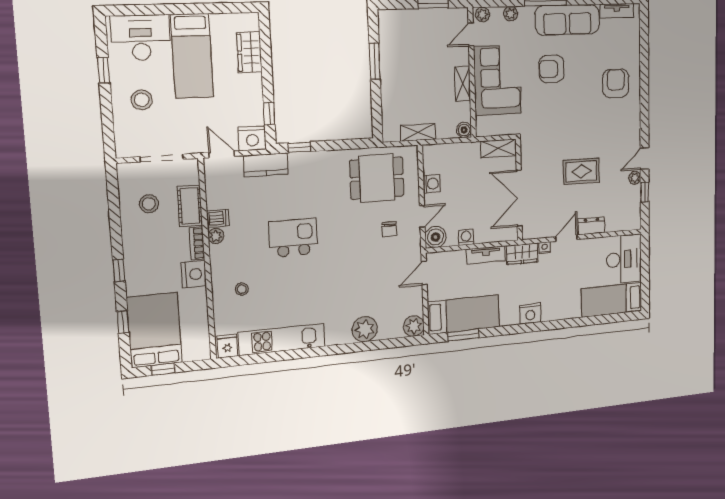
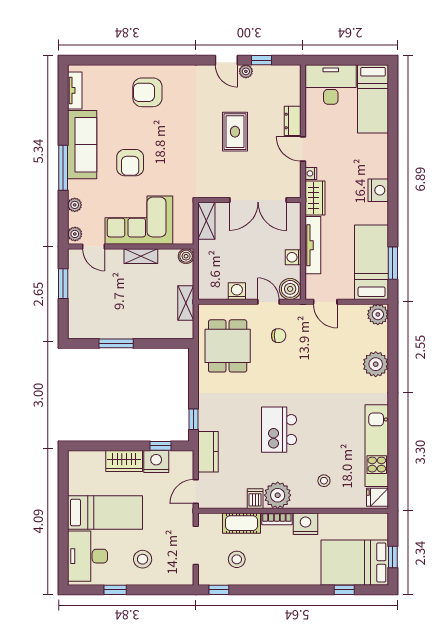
wardrobe: (249, 52) -> (124, 461), moved
nightstand: (252, 138) -> (156, 461), moved, turned -90
plant: (216, 236) -> (278, 495), width x1.87, depth x1.87
tv unit: (486, 255) -> (313, 245), width x1.41
window: (119, 270) -> (219, 590), moved

